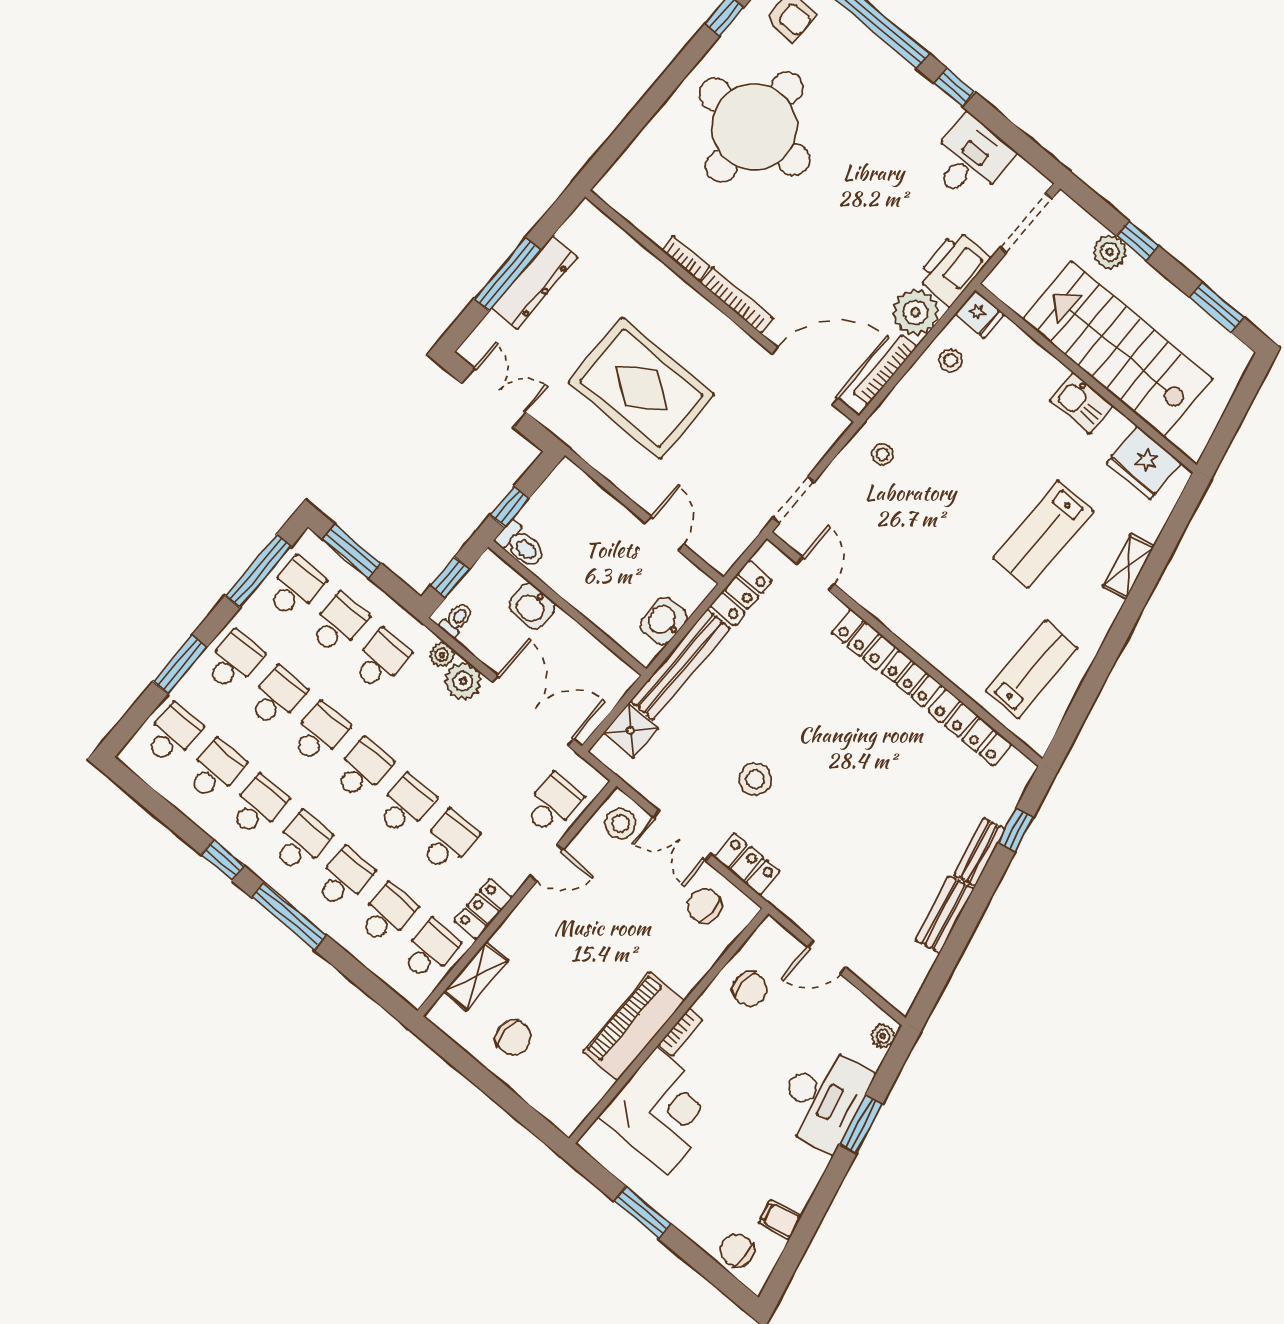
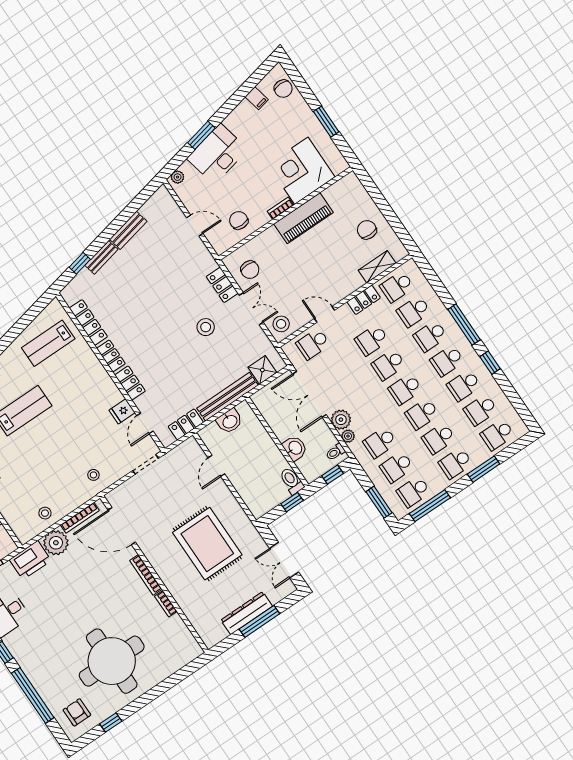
fridge: (980, 314) -> (122, 411), moved, turned -90

